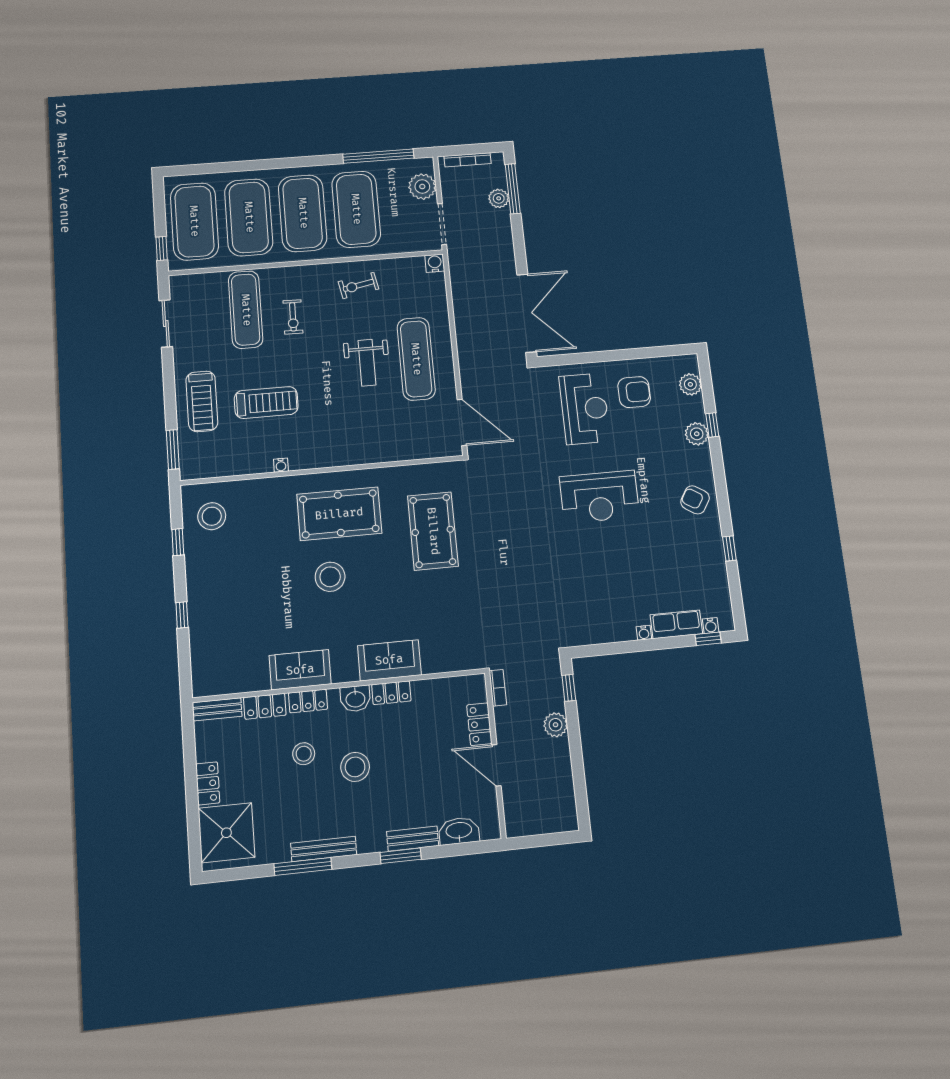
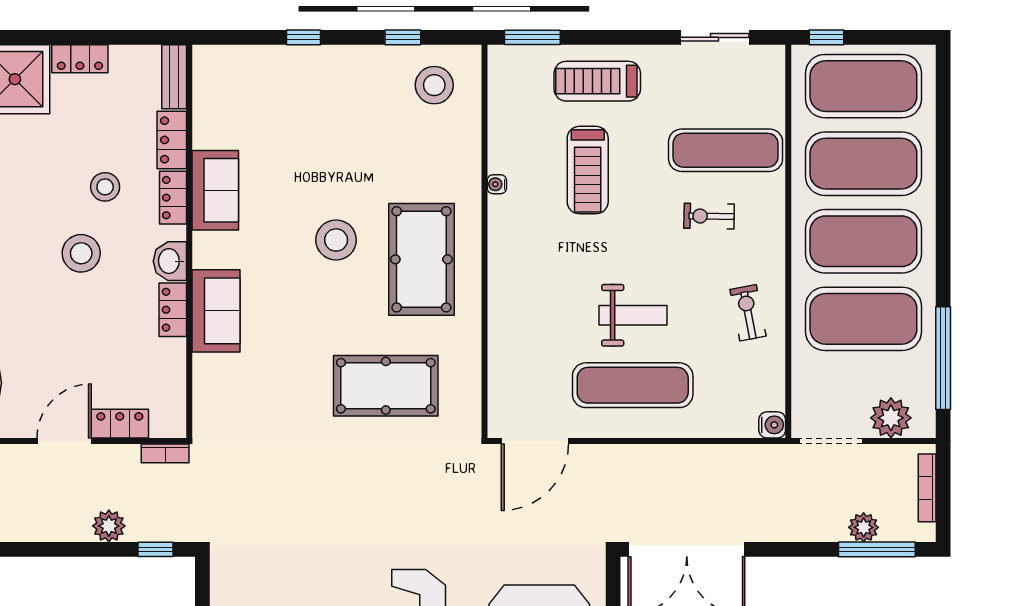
weight bench: (367, 363) -> (633, 315), turned 180

